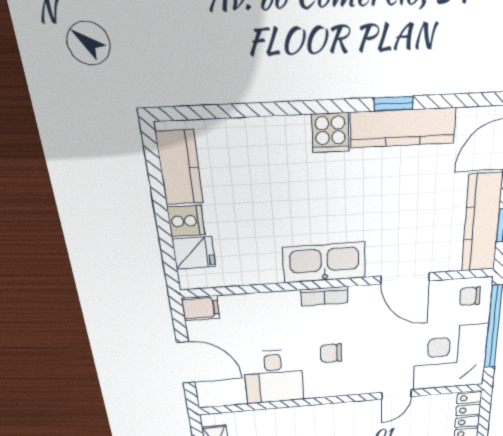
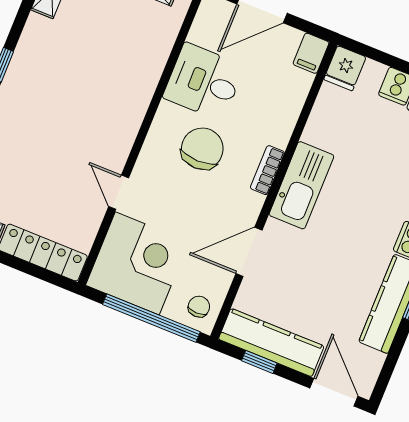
fridge: (194, 253) -> (345, 68), moved
chair: (331, 353) -> (202, 149), width x1.87, depth x1.87

